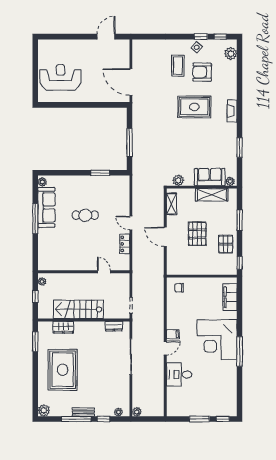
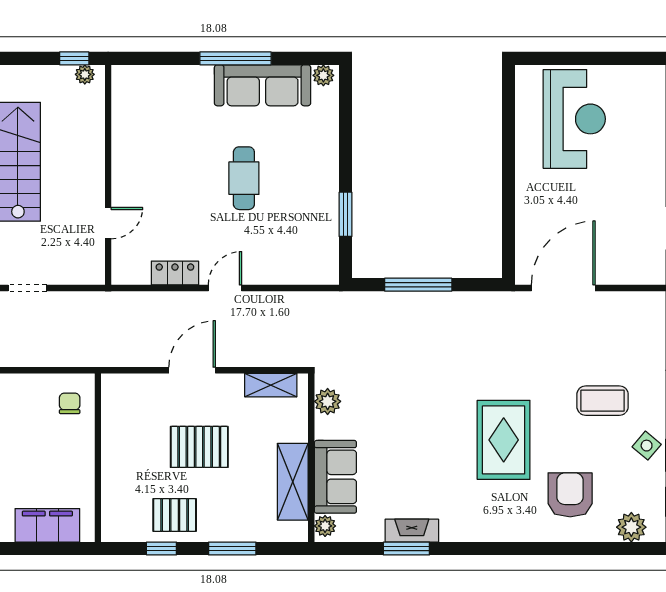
armchair: (202, 72) -> (570, 495), moved
fireplace: (232, 111) -> (412, 531), moved
window: (240, 263) -> (161, 548), moved
window: (35, 296) -> (74, 58), moved

